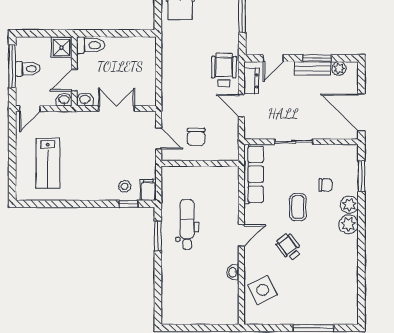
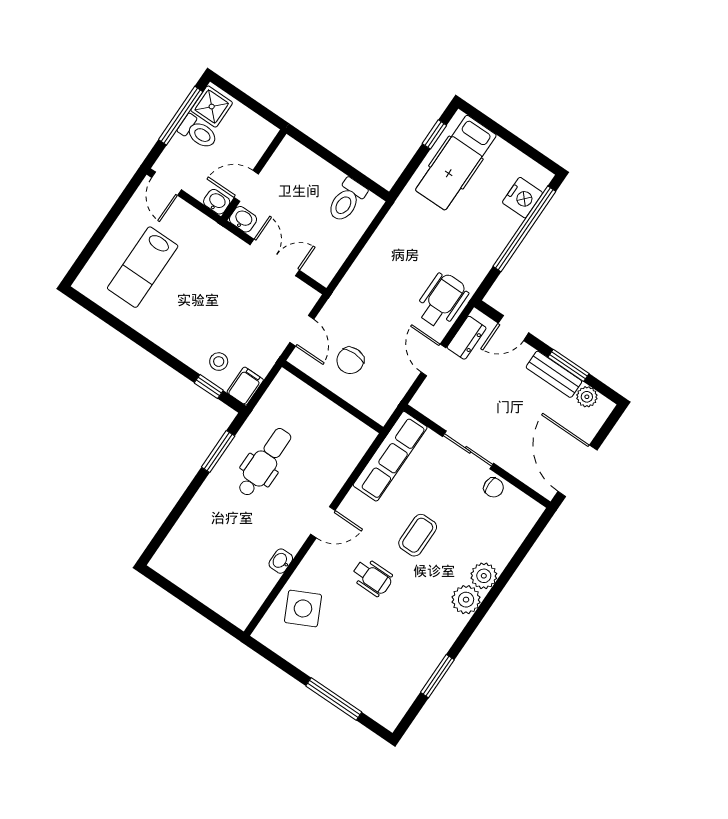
toilet: (91, 45) -> (347, 200), moved, turned 90
shower: (62, 48) -> (212, 107), moved
door: (30, 109) -> (166, 184), hinge flipped
window: (361, 176) -> (437, 676), moved
chair: (325, 185) -> (494, 487), moved
wheelchair: (289, 247) -> (372, 577), turned 127

